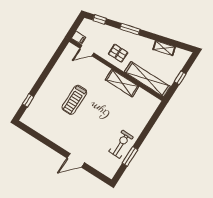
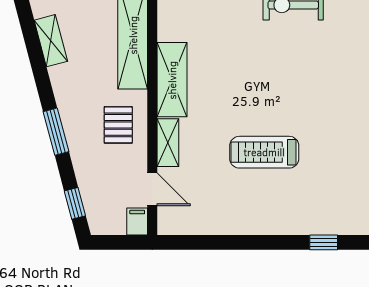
shelving: (100, 67) -> (168, 143), added
treadmill: (74, 100) -> (264, 152), turned 180

